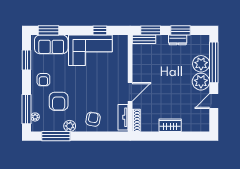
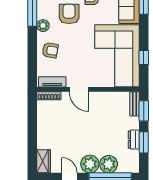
corner sofa: (90, 50) -> (117, 56), width x1.36, depth x1.36
armchair: (59, 101) -> (69, 14), turned 90
wardrobe: (170, 125) -> (44, 161), moved

